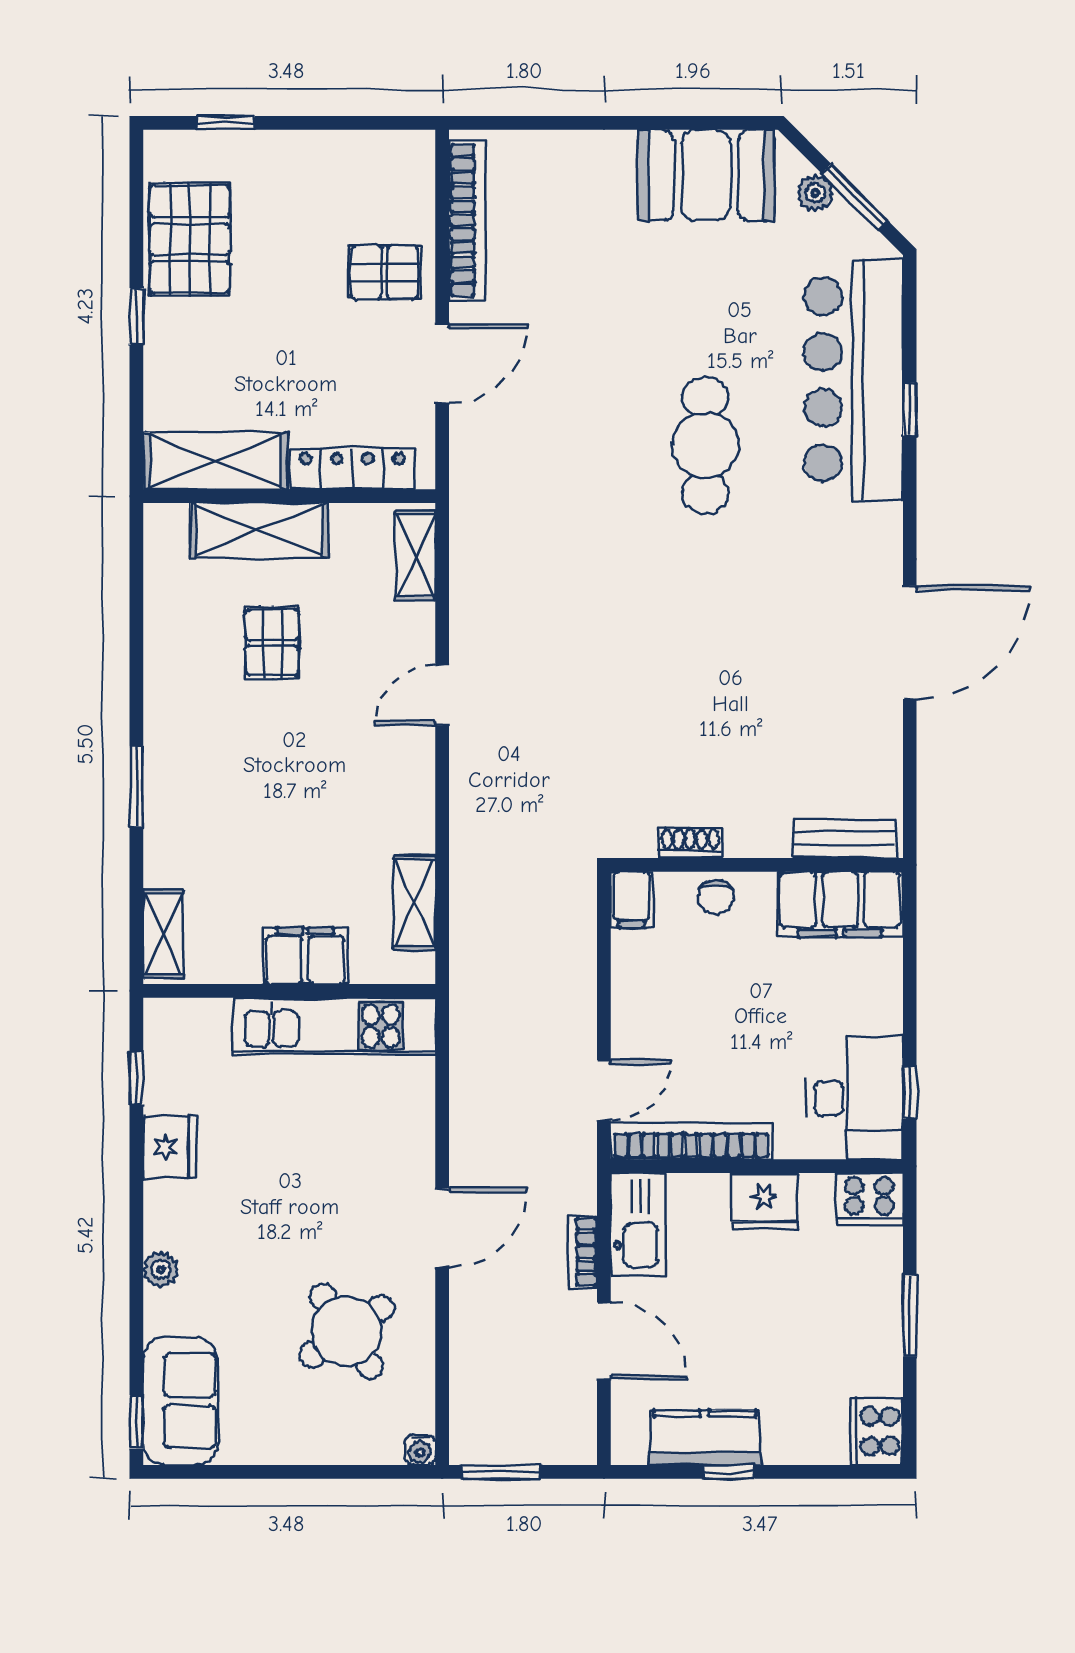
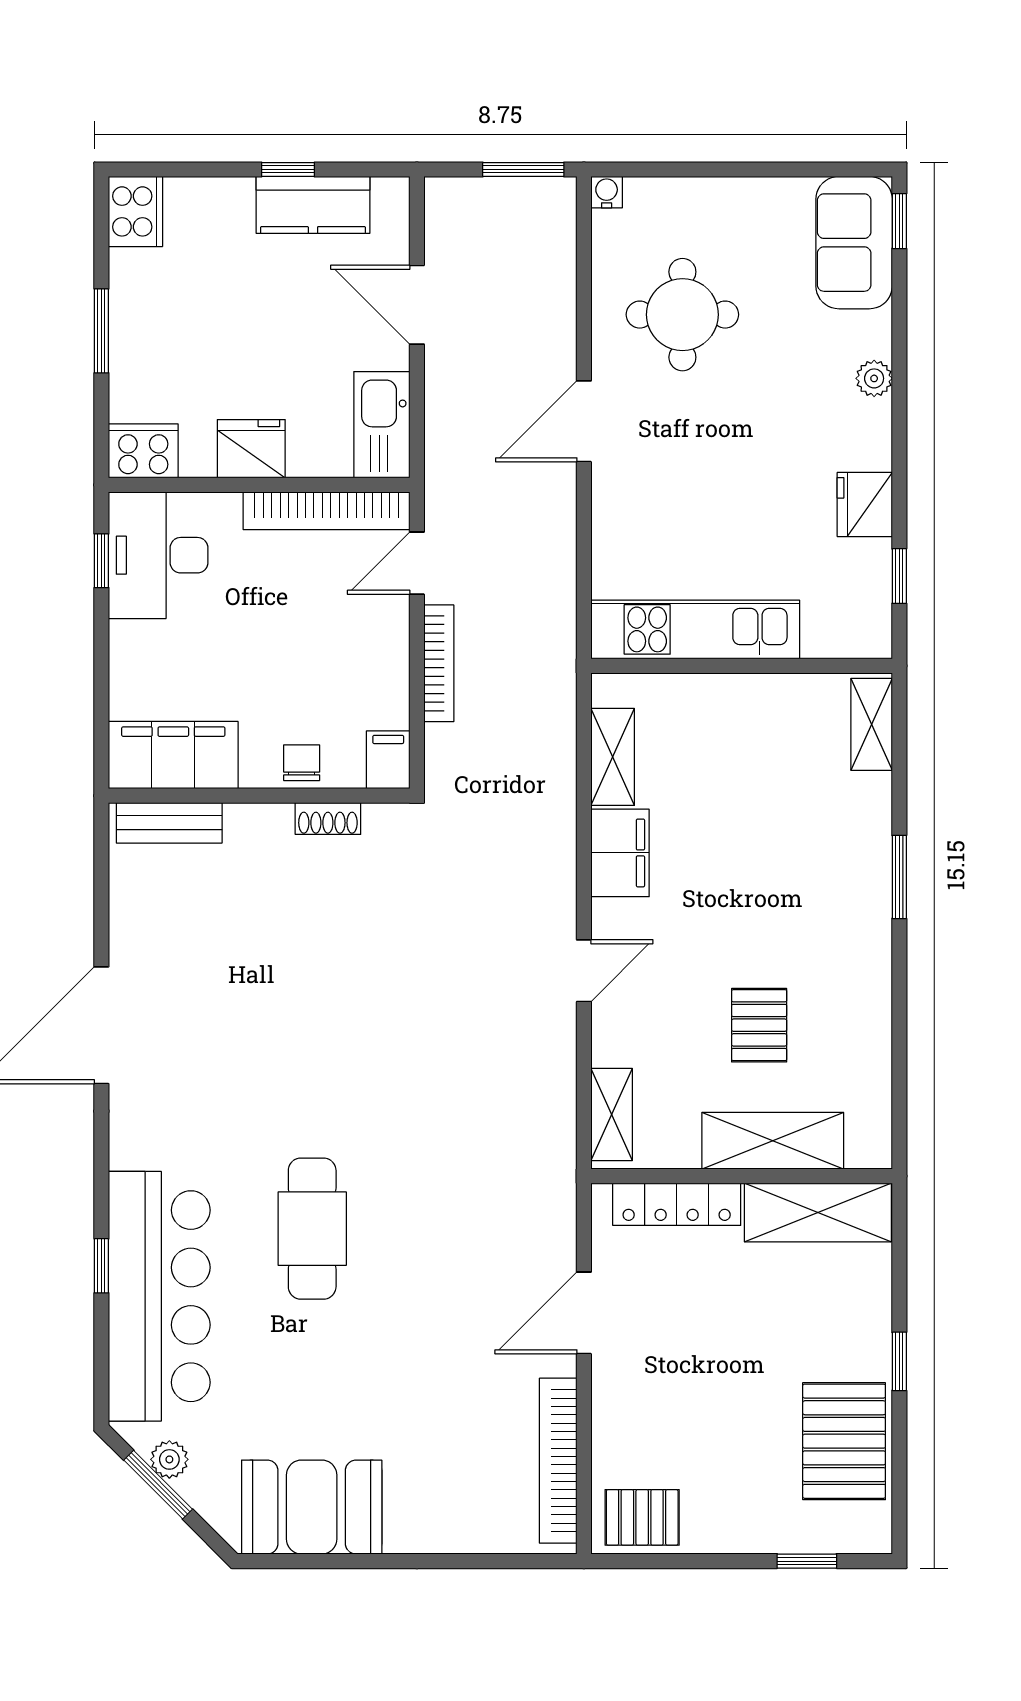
plant: (815, 193) -> (169, 1459), moved
pallet: (385, 272) -> (642, 1517), moved
filing cabinet: (305, 956) -> (620, 853), moved, turned -90
bookcase: (583, 1252) -> (439, 663), moved, width x1.56
round table: (347, 1331) -> (682, 315), turned 34

